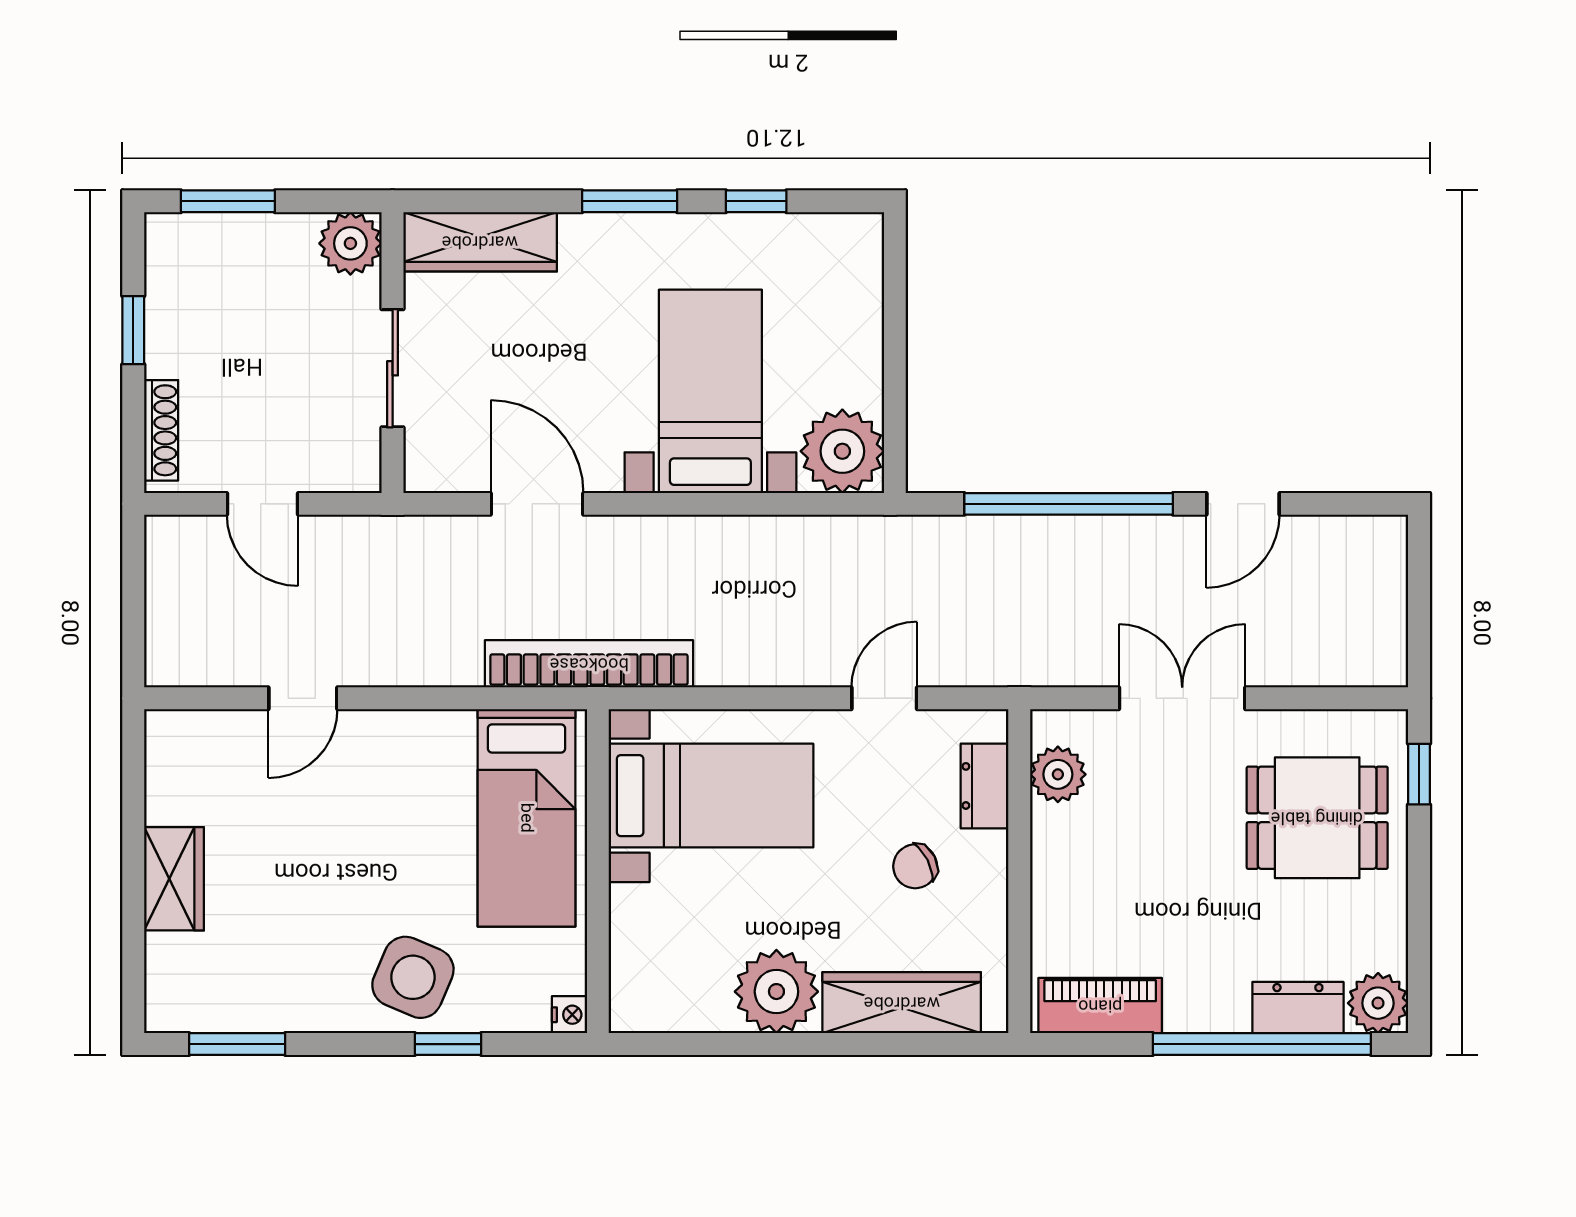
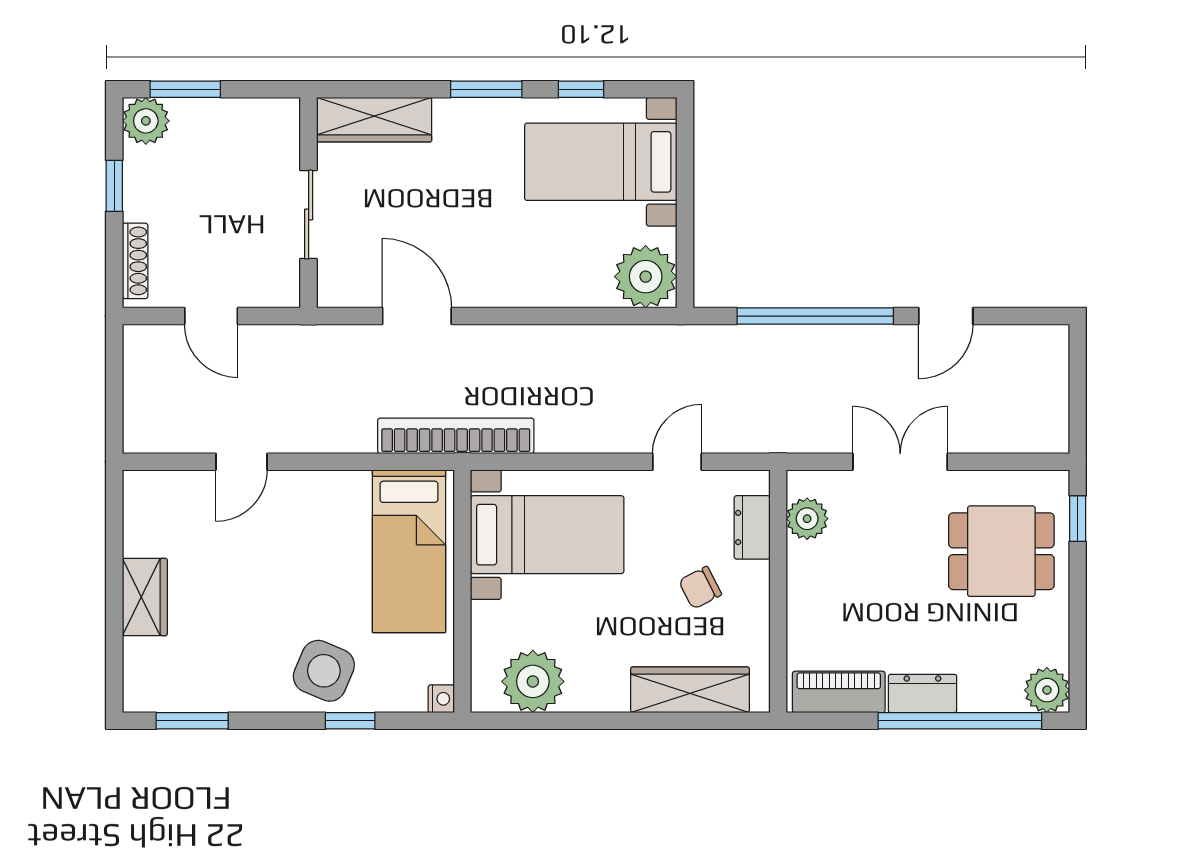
plant: (350, 243) -> (146, 121), moved
bed with nightstands: (710, 391) -> (601, 162), moved, turned -90
plant: (776, 992) -> (533, 681), moved
dresser: (1298, 1008) -> (922, 693), moved

